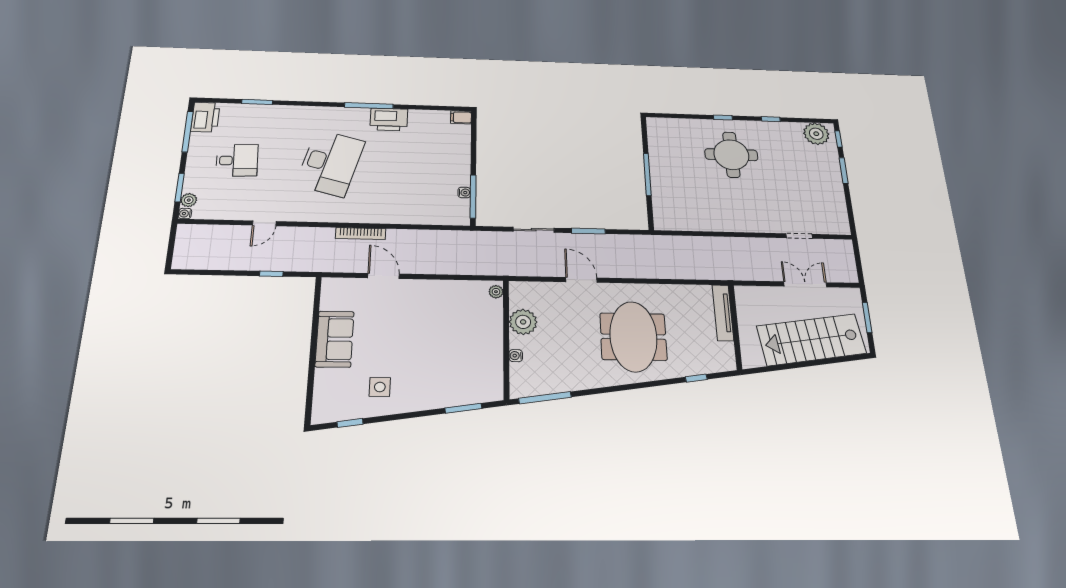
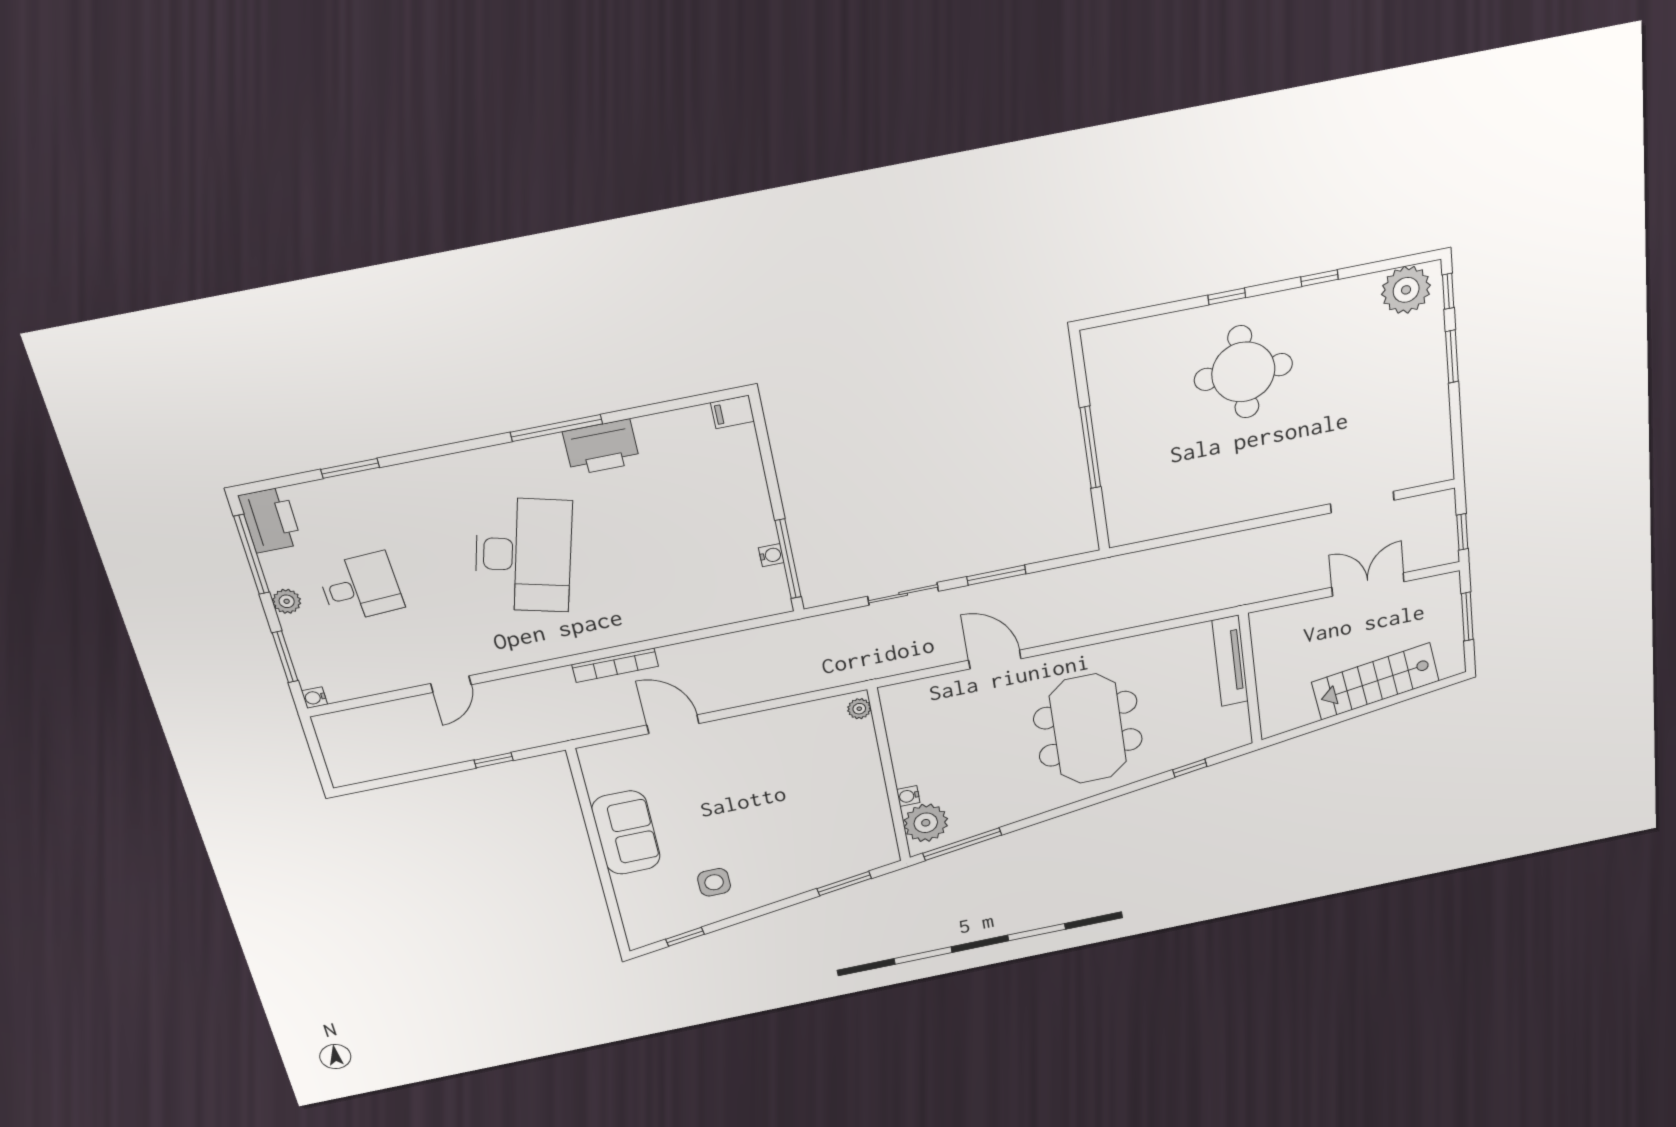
plant: (189, 200) -> (287, 601), moved
doorway: (799, 236) -> (1362, 502), width x1.38
window: (859, 266) -> (1462, 532), added
plant: (523, 322) -> (926, 823), moved
stairs: (811, 340) -> (1375, 681), width x0.73, depth x0.66

